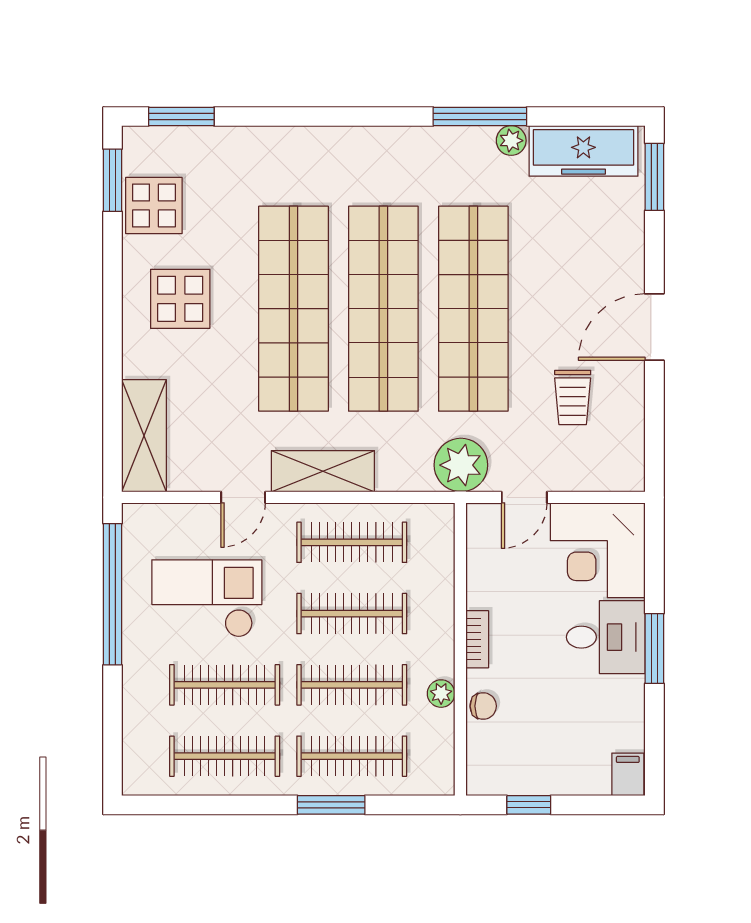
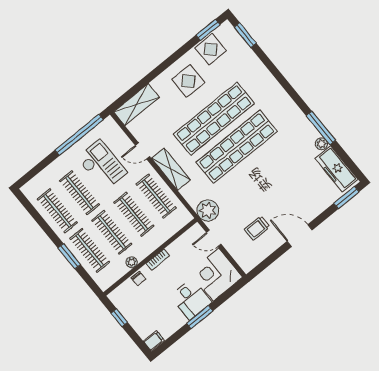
shop shelf: (473, 309) -> (259, 175), removed

